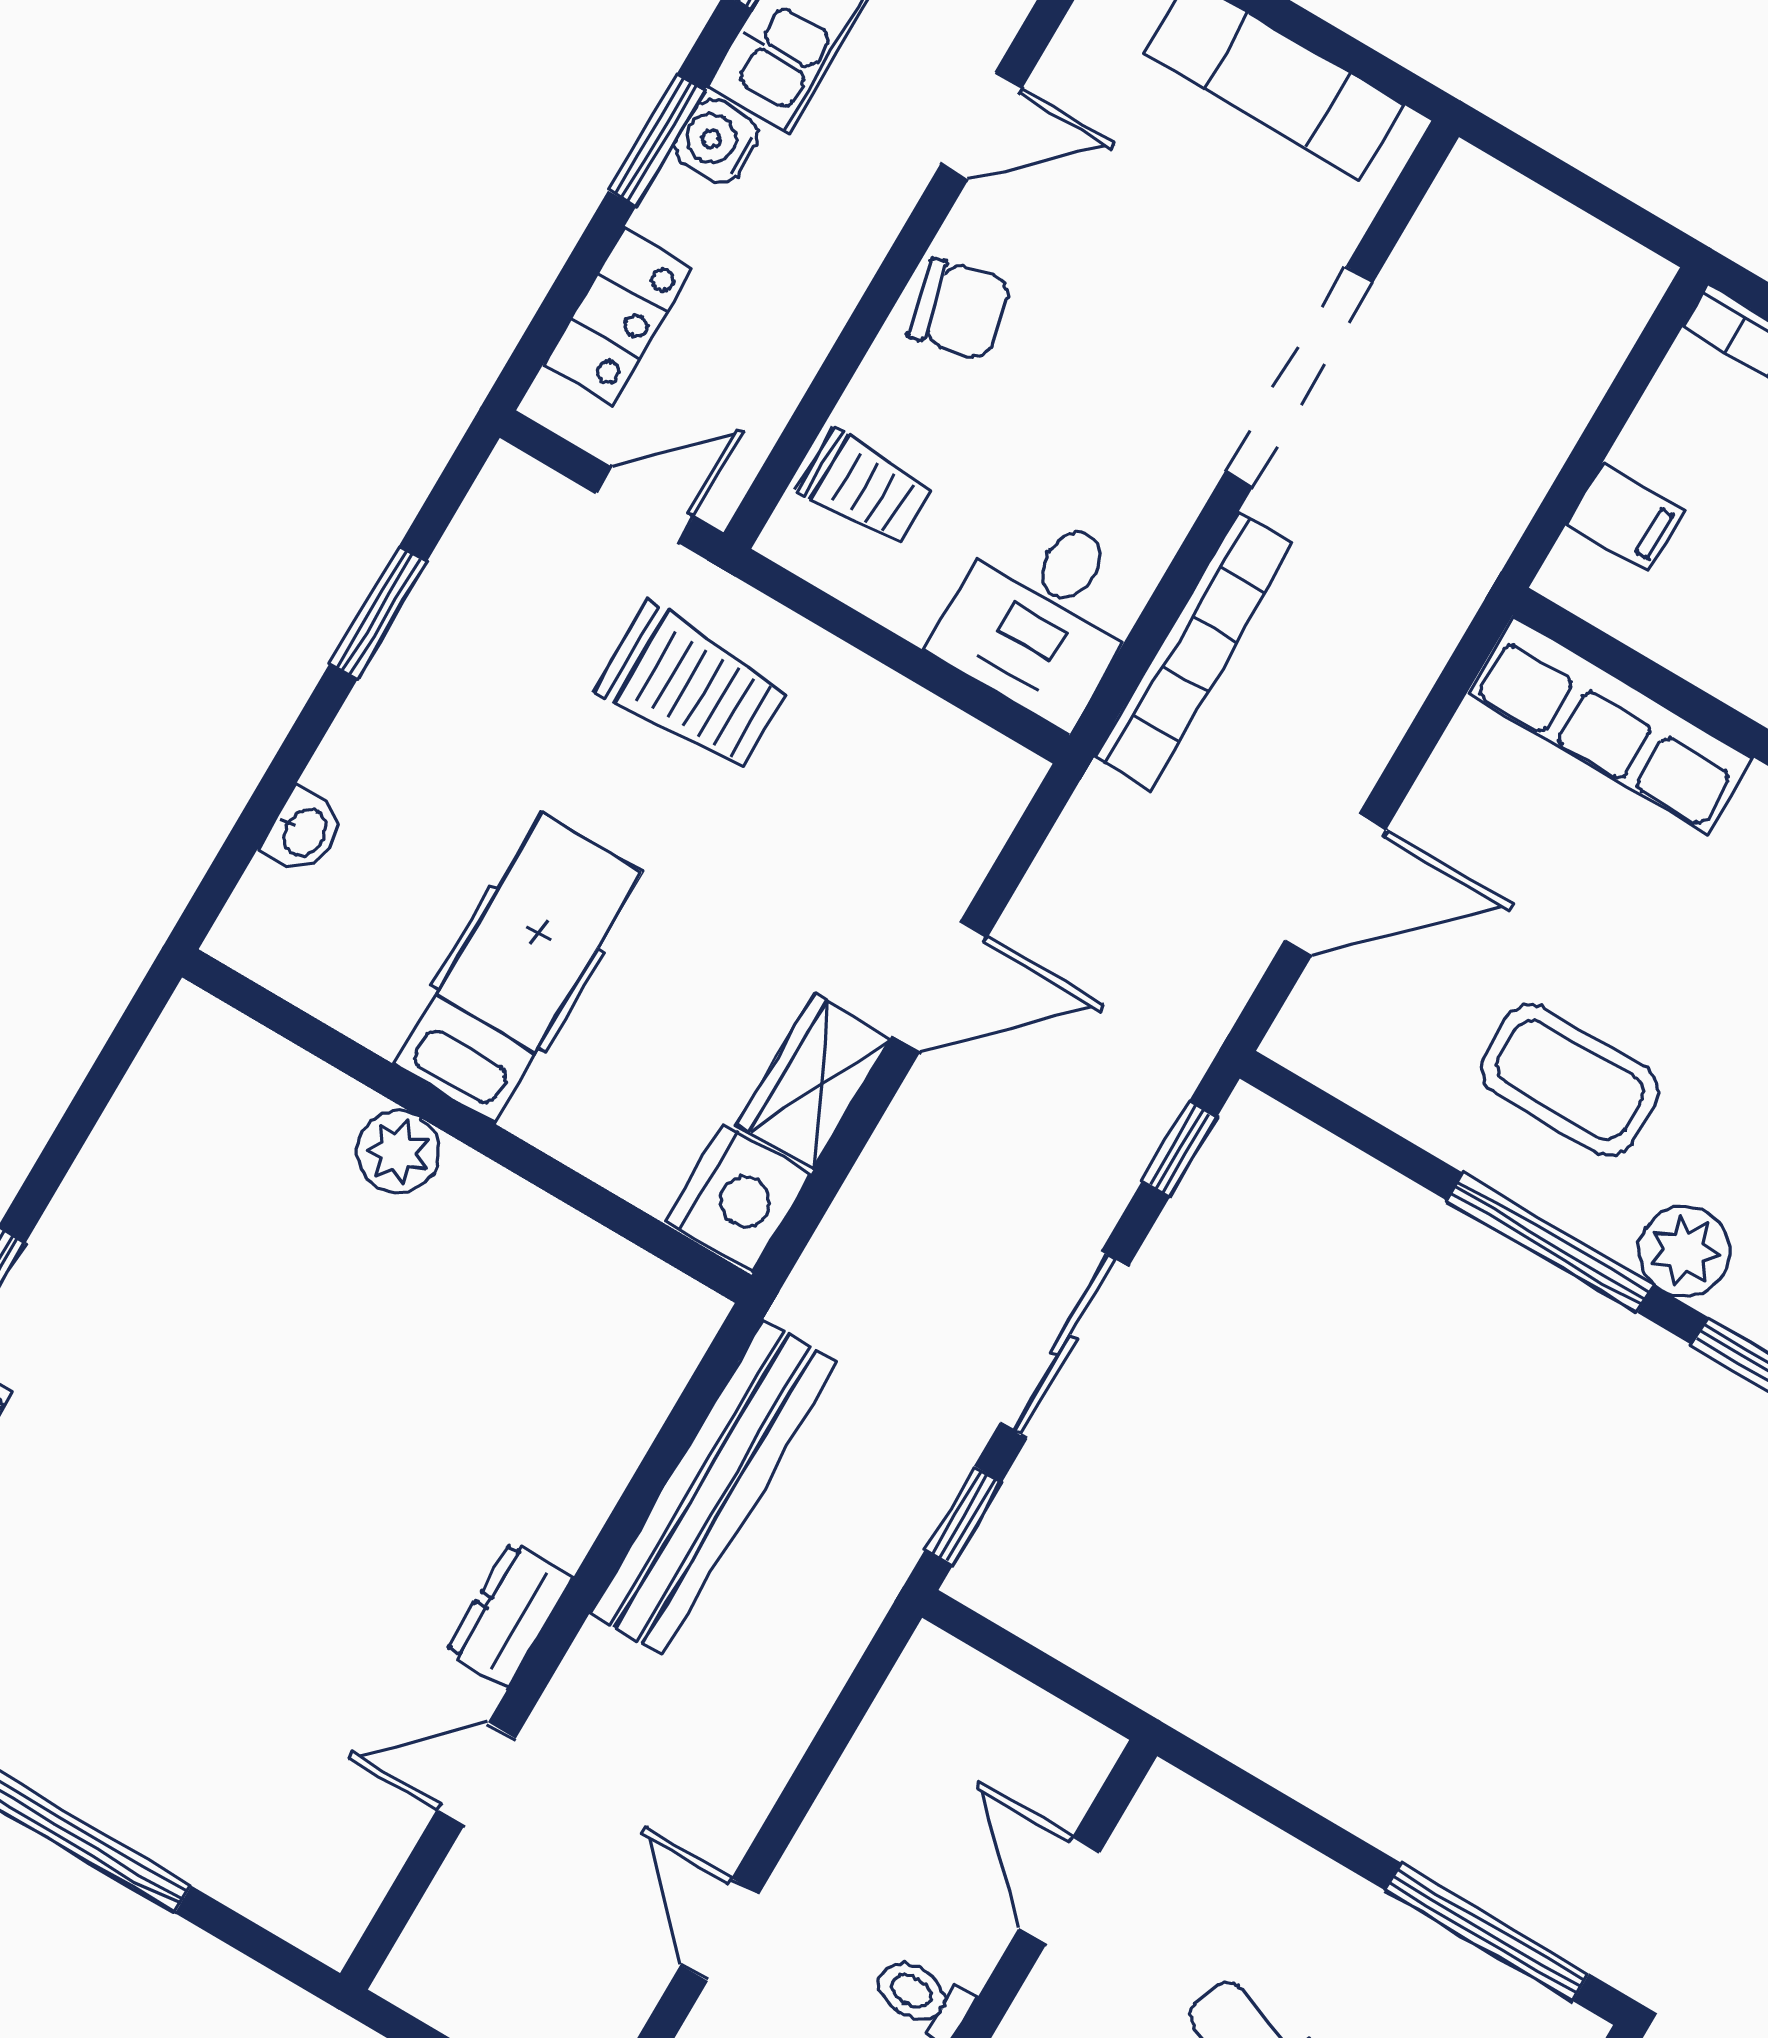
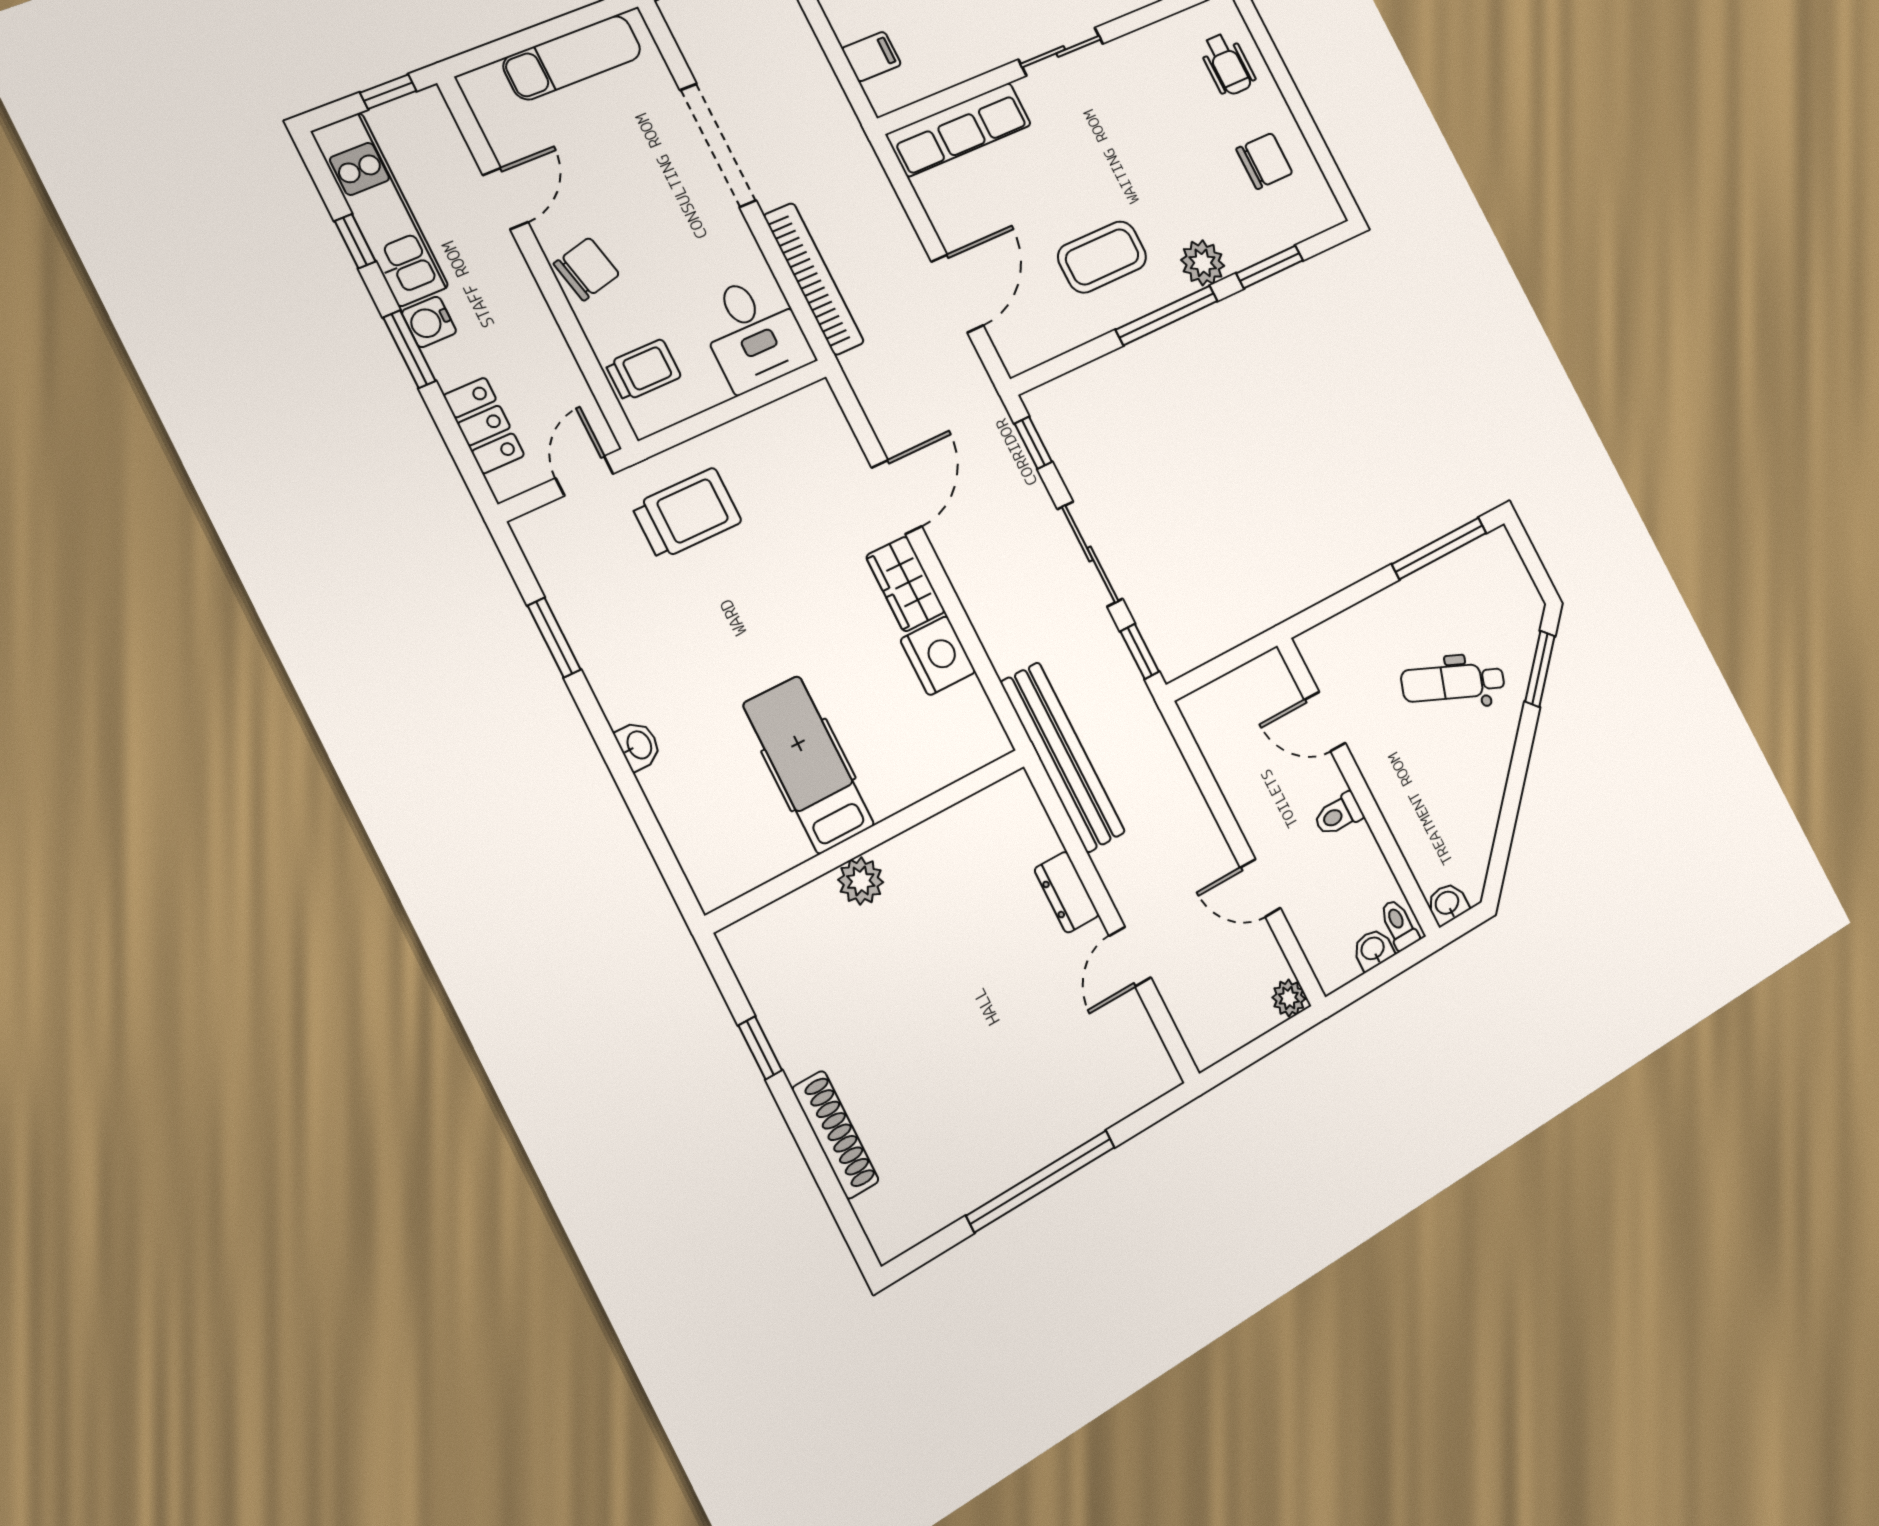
hospital bed: (518, 968) -> (809, 765), moved
wall: (467, 1126) -> (868, 839), moved
plant: (398, 1152) -> (861, 881), moved

